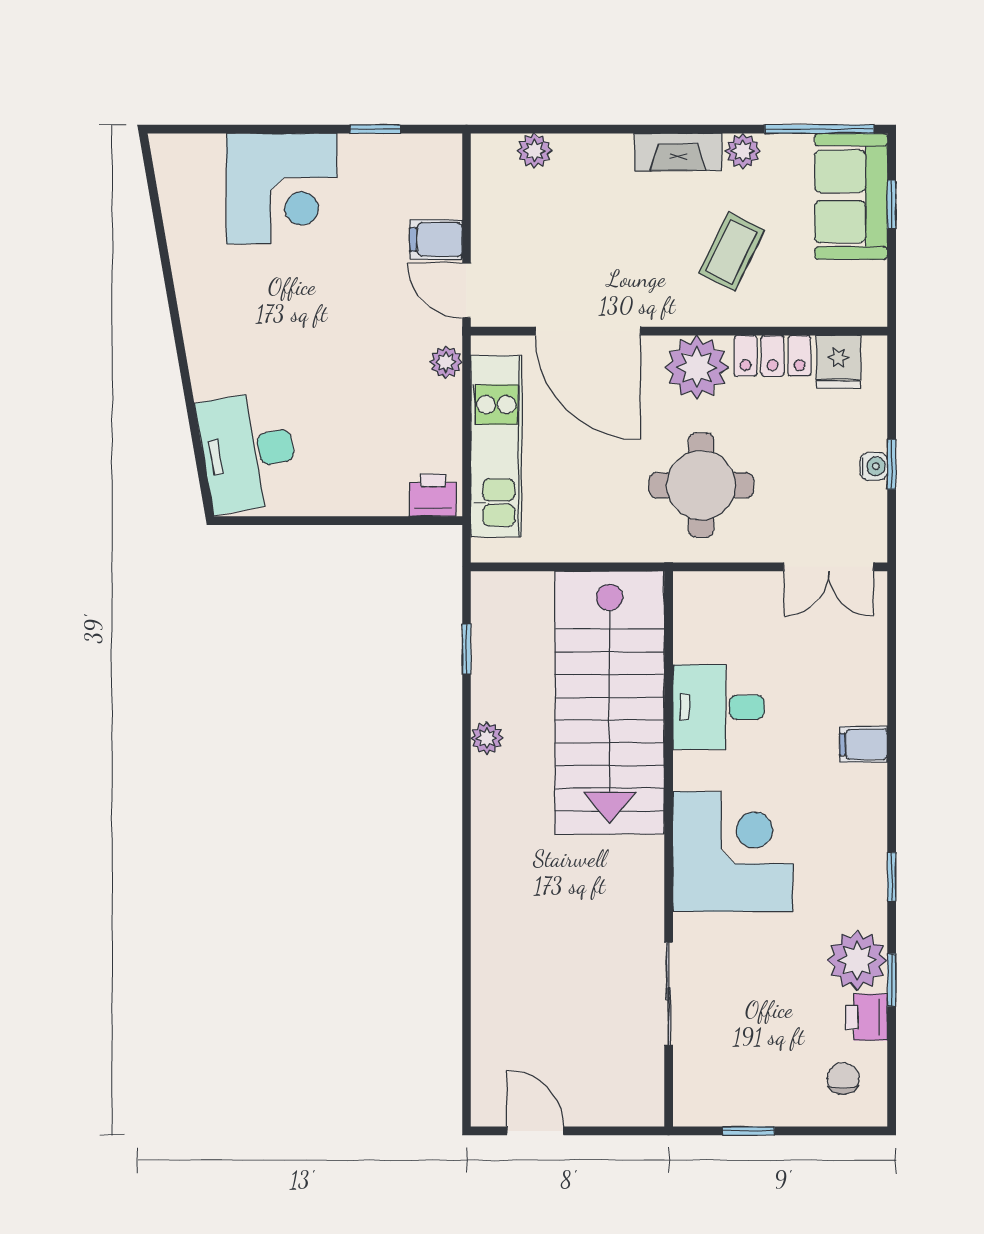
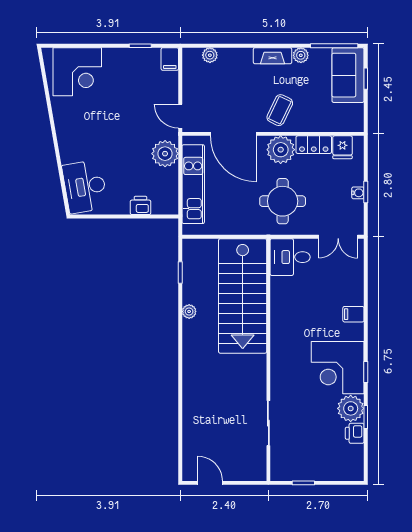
corner desk: (282, 189) -> (77, 72), moved
filing cabinet: (436, 240) -> (170, 59), moved, turned -90
coffee table: (732, 252) -> (280, 110), moved
plant: (446, 362) -> (165, 154), width x1.88, depth x1.88
printer: (433, 495) -> (140, 205), moved
desk: (718, 707) -> (290, 257), moved
corner desk: (733, 852) -> (338, 368), moved, turned 180
chair: (843, 1079) -> (344, 460), removed

